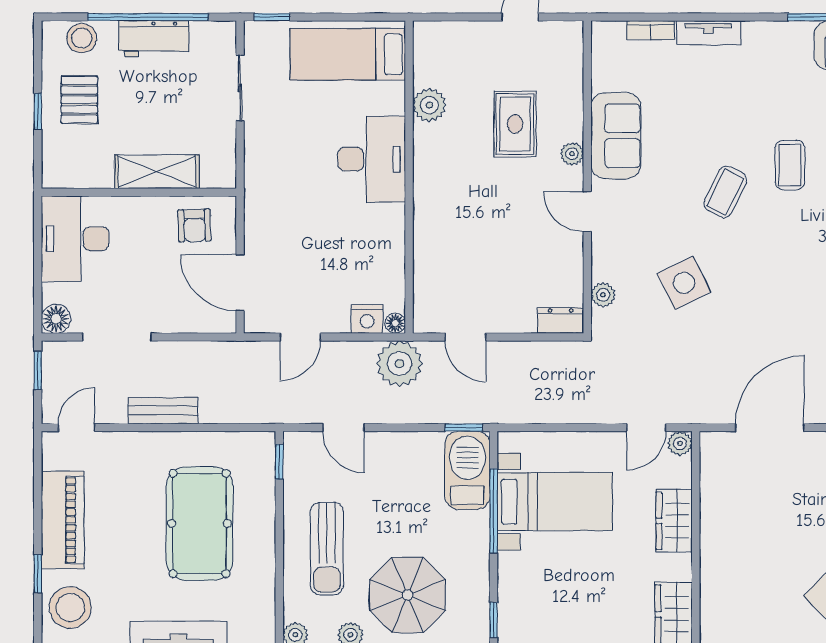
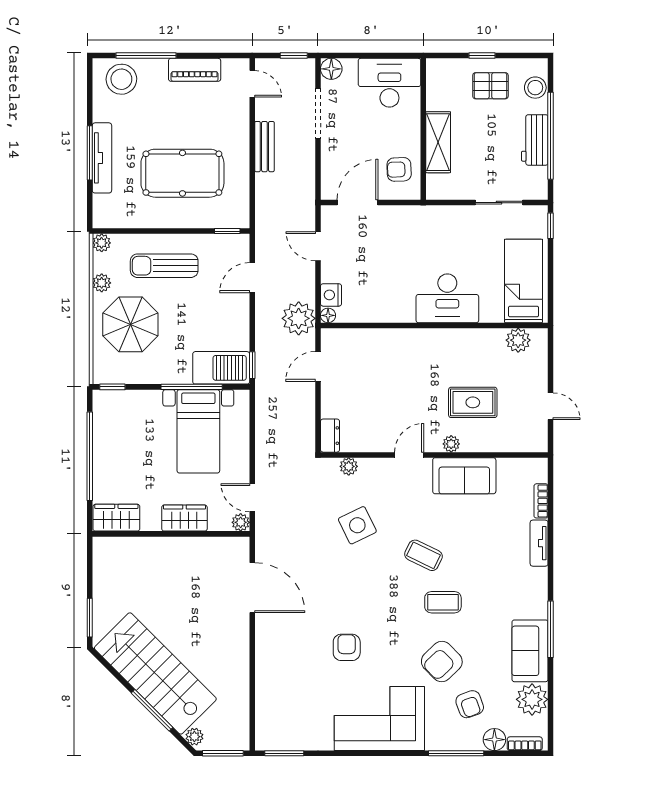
plant: (429, 105) -> (518, 340), moved
piano: (63, 520) -> (195, 70), width x0.73, depth x0.75
window: (38, 574) -> (146, 56), width x2.17

